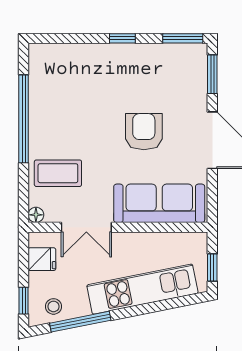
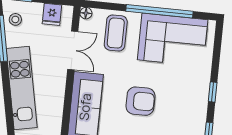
corner sofa: (59, 98) -> (173, 40), added
double door: (86, 227) -> (73, 50), swing flipped

